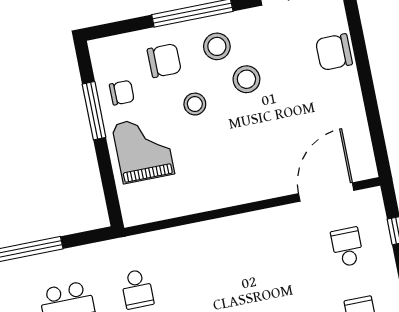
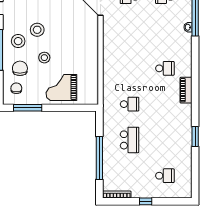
chair: (122, 93) -> (16, 88), moved
window: (94, 111) -> (28, 108), moved

